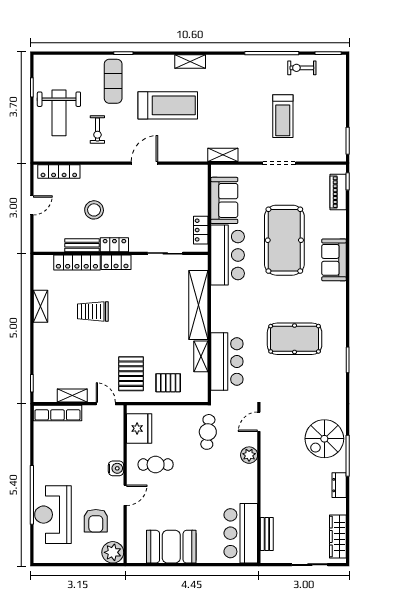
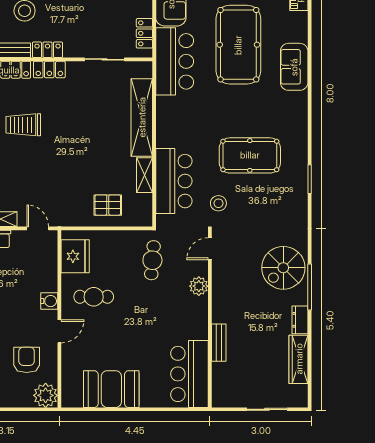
pallet: (131, 374) -> (66, 195), removed
stool: (267, 381) -> (218, 203), added
armchair: (96, 521) -> (27, 360), turned 180
bench: (267, 534) -> (219, 343), moved
wardrobe: (338, 536) -> (299, 359), moved

